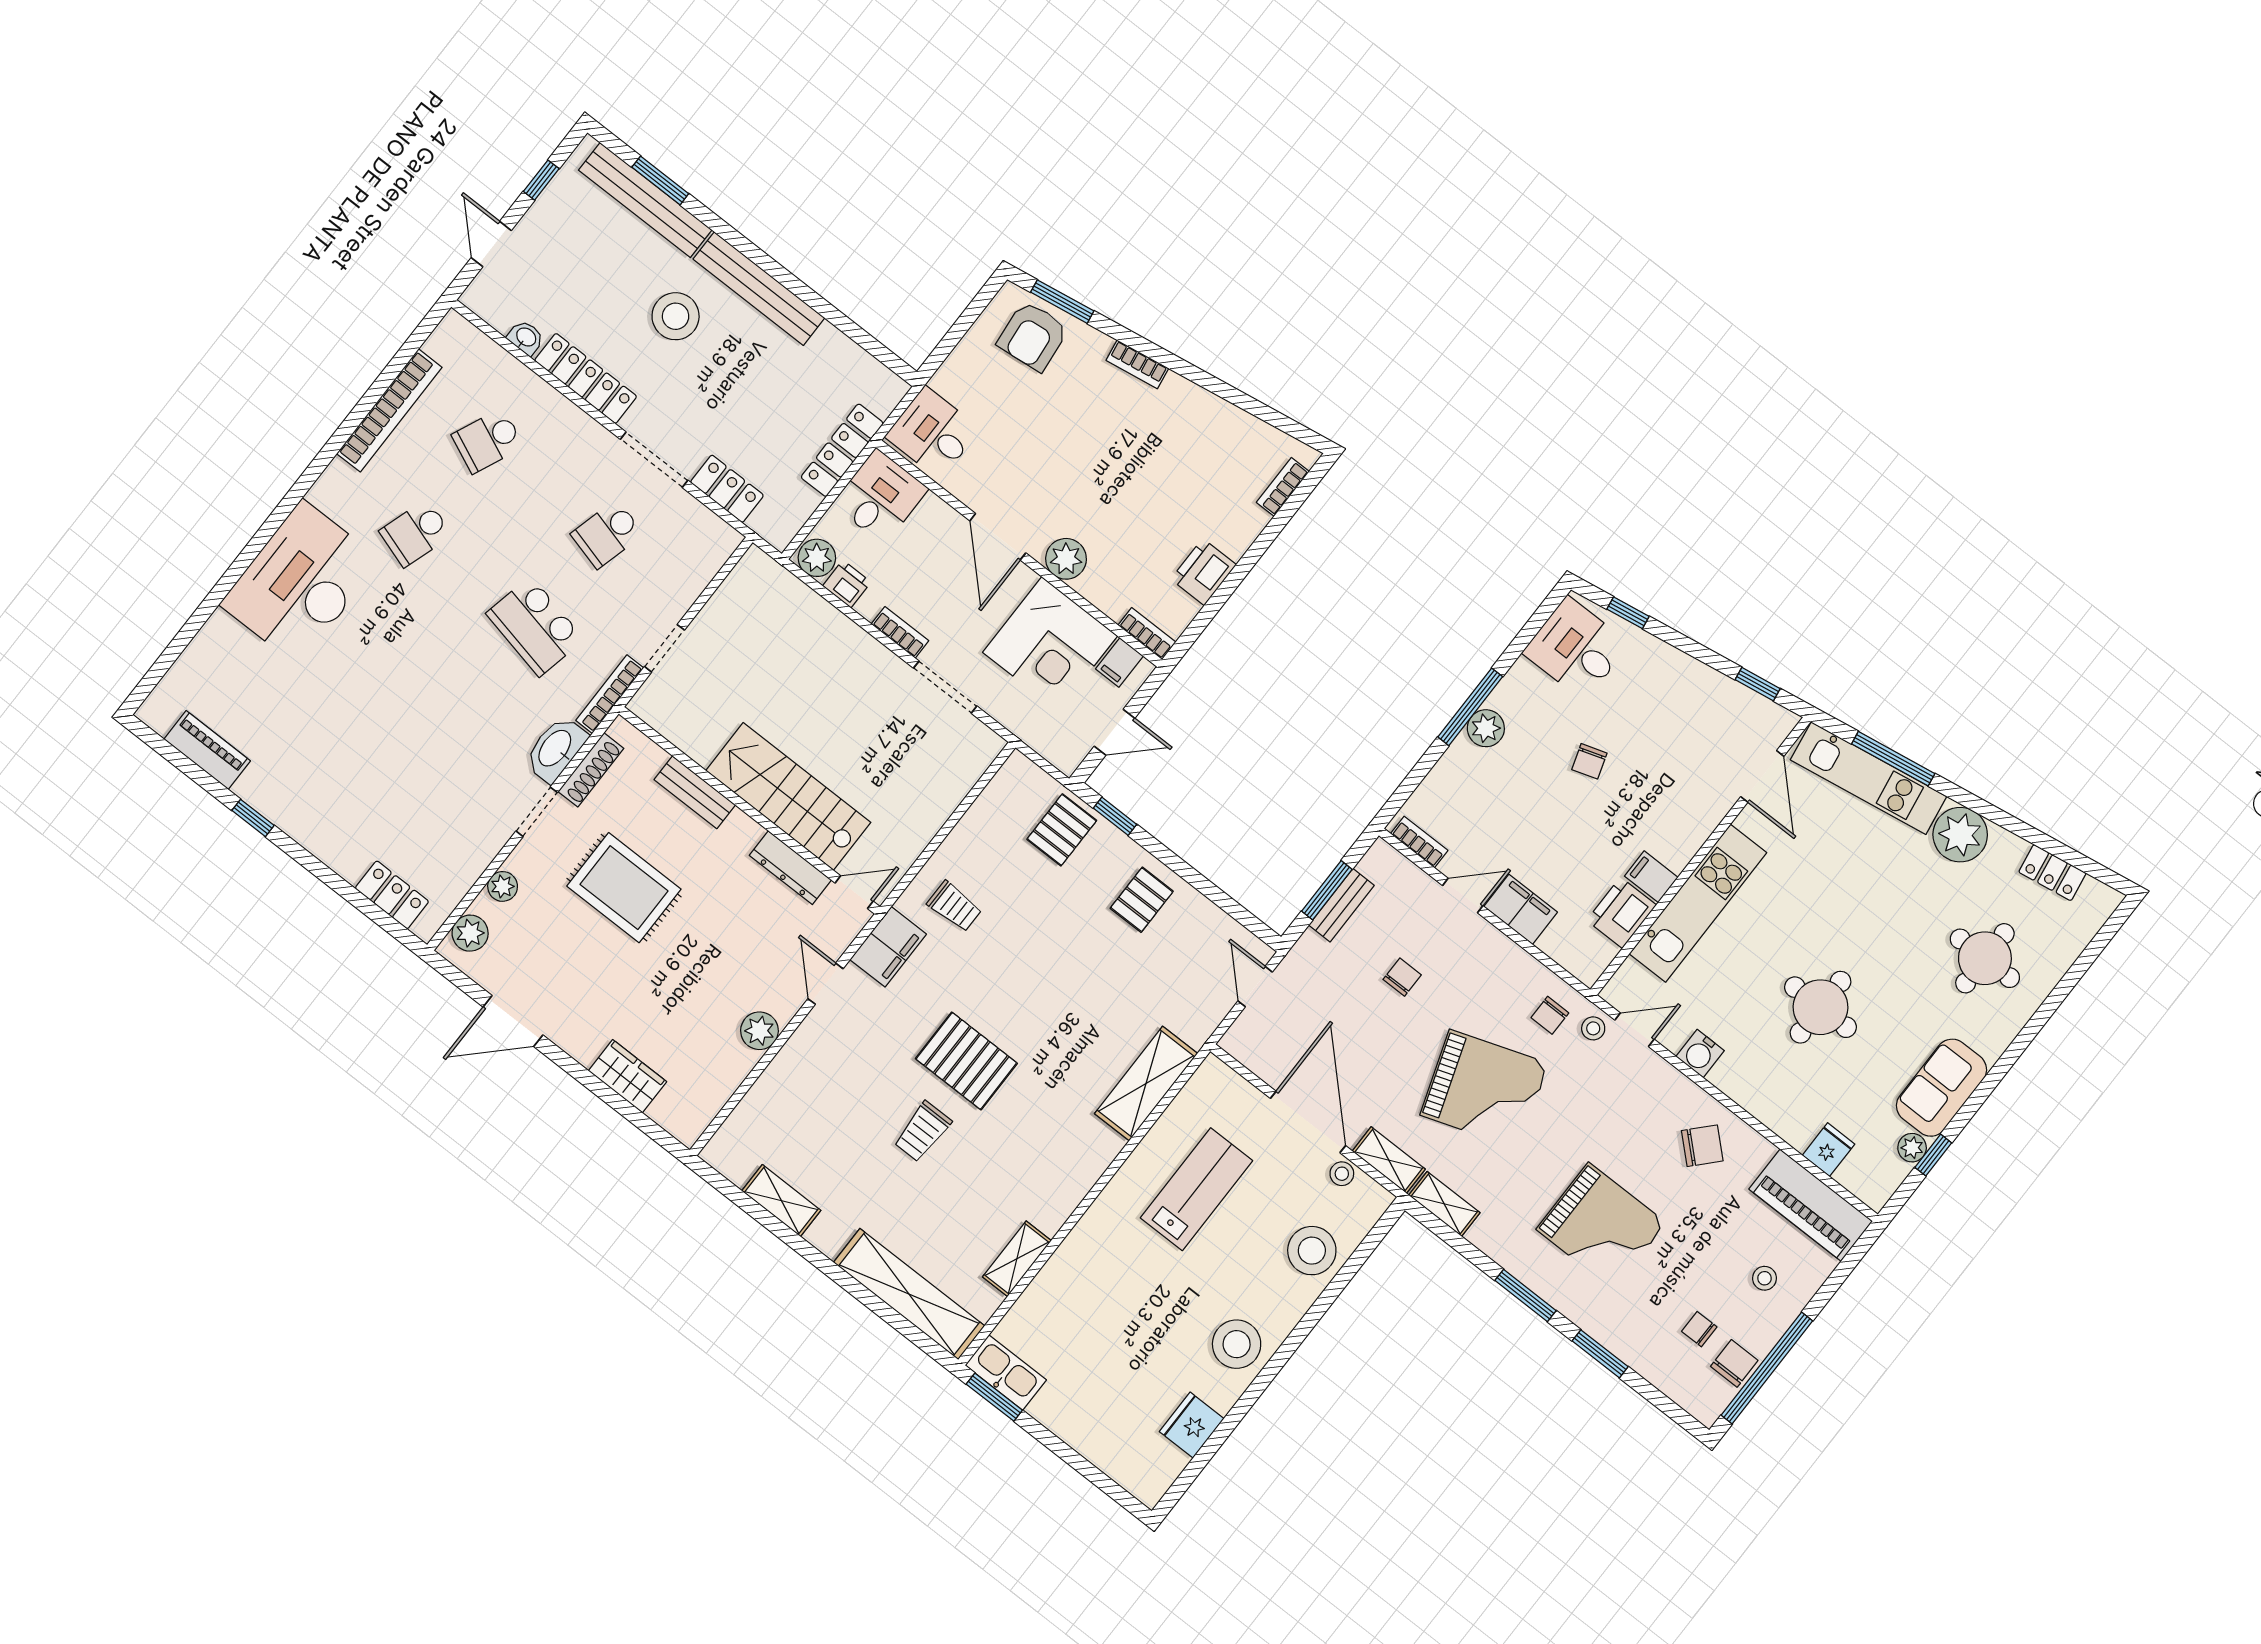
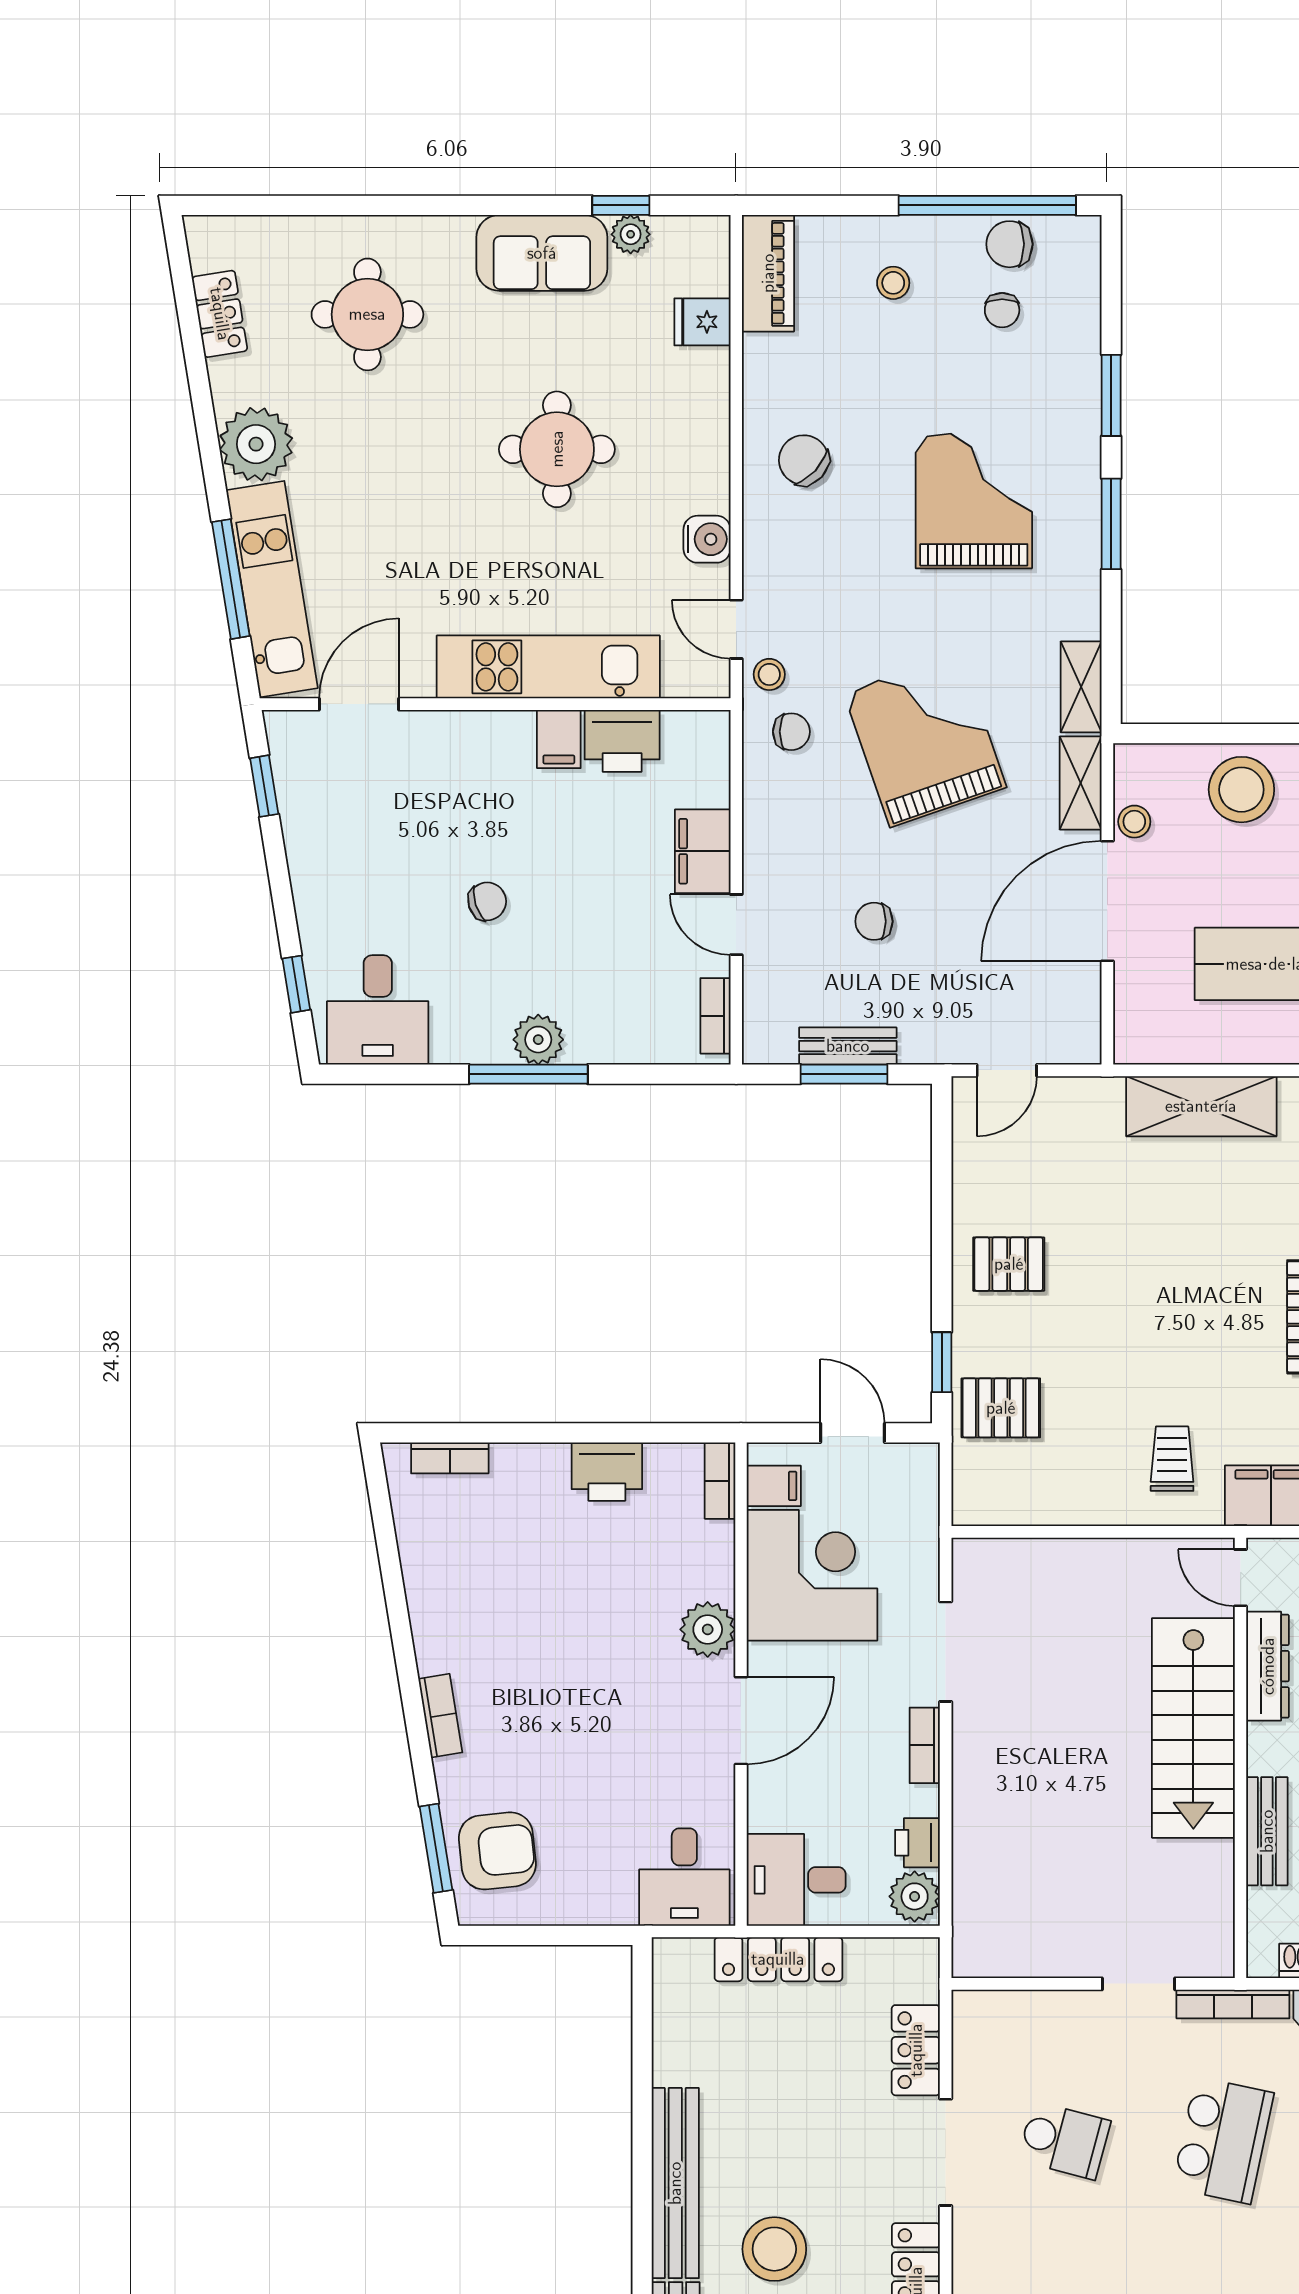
piano: (1811, 1205) -> (768, 273), width x0.73, depth x0.75

